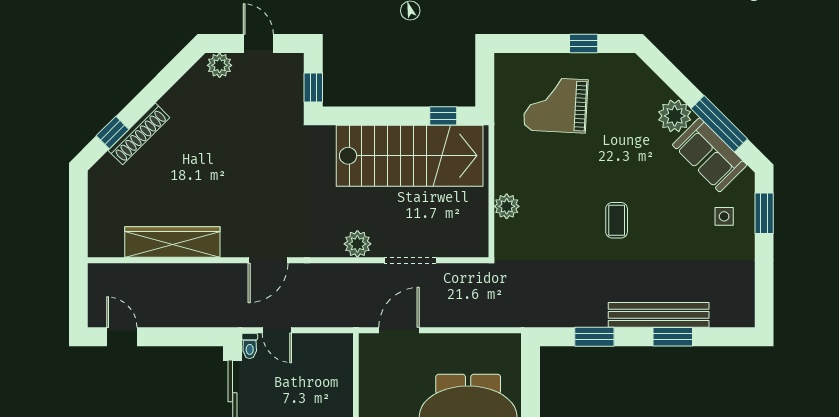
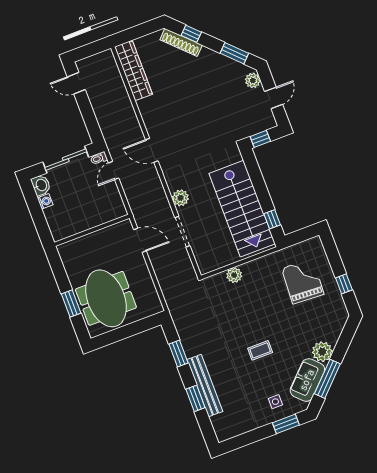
window: (167, 78) -> (234, 53), added
shoe rack: (139, 134) -> (181, 42), moved
coffee table: (617, 220) -> (260, 350), moved
wardrobe: (172, 242) -> (133, 70), moved
door: (122, 337) -> (76, 83), swing flipped

